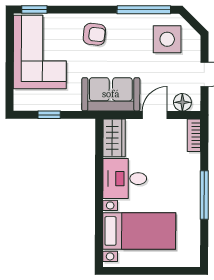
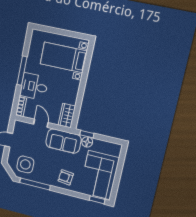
floor lamp: (182, 102) -> (87, 142), moved
window: (49, 115) -> (87, 134), moved
door: (155, 115) -> (41, 123), swing flipped
desk: (125, 179) -> (34, 87), moved, turned 180

